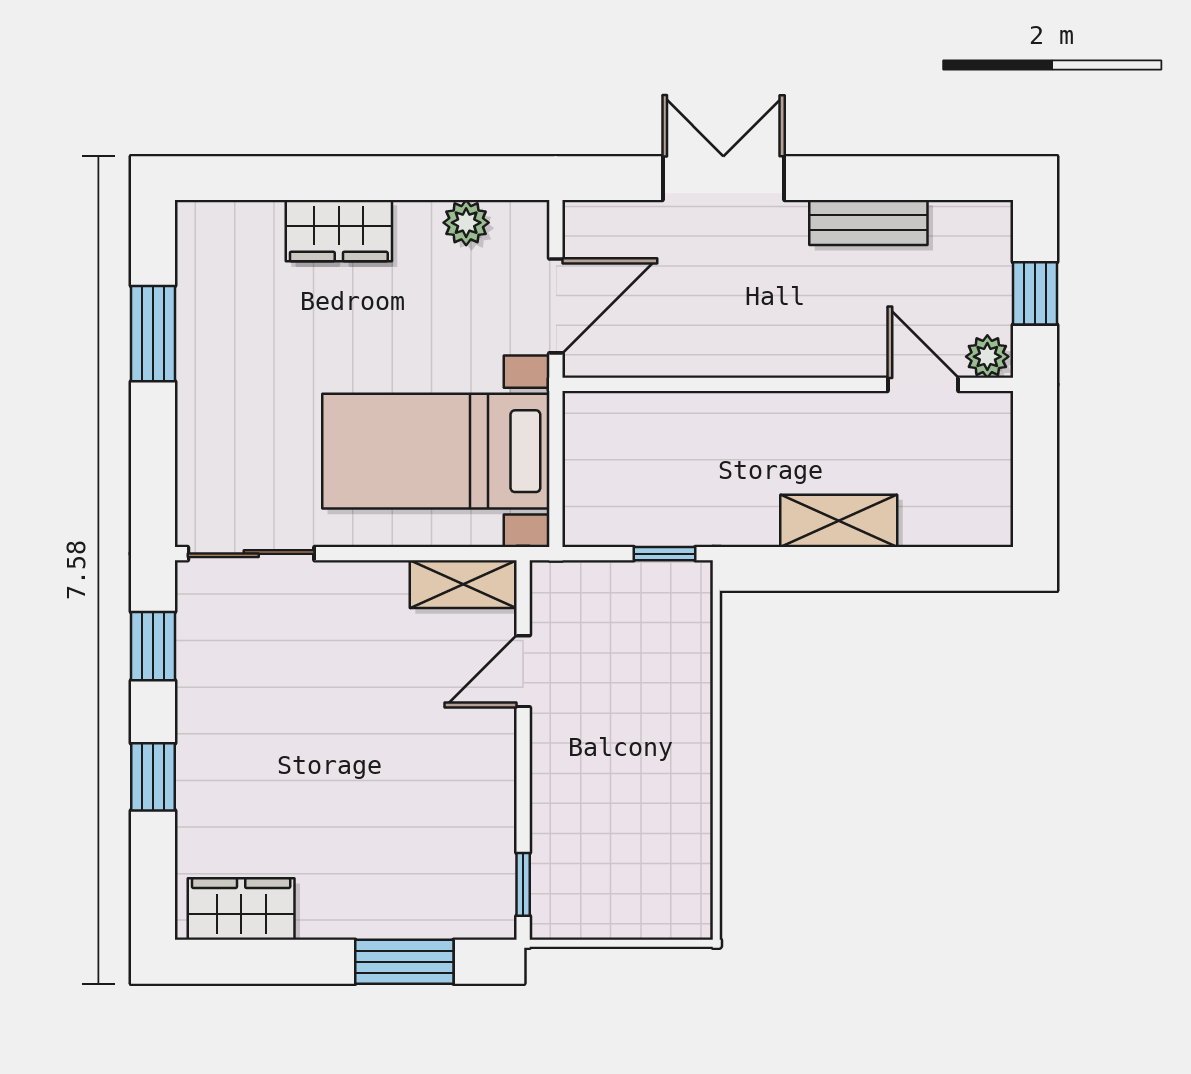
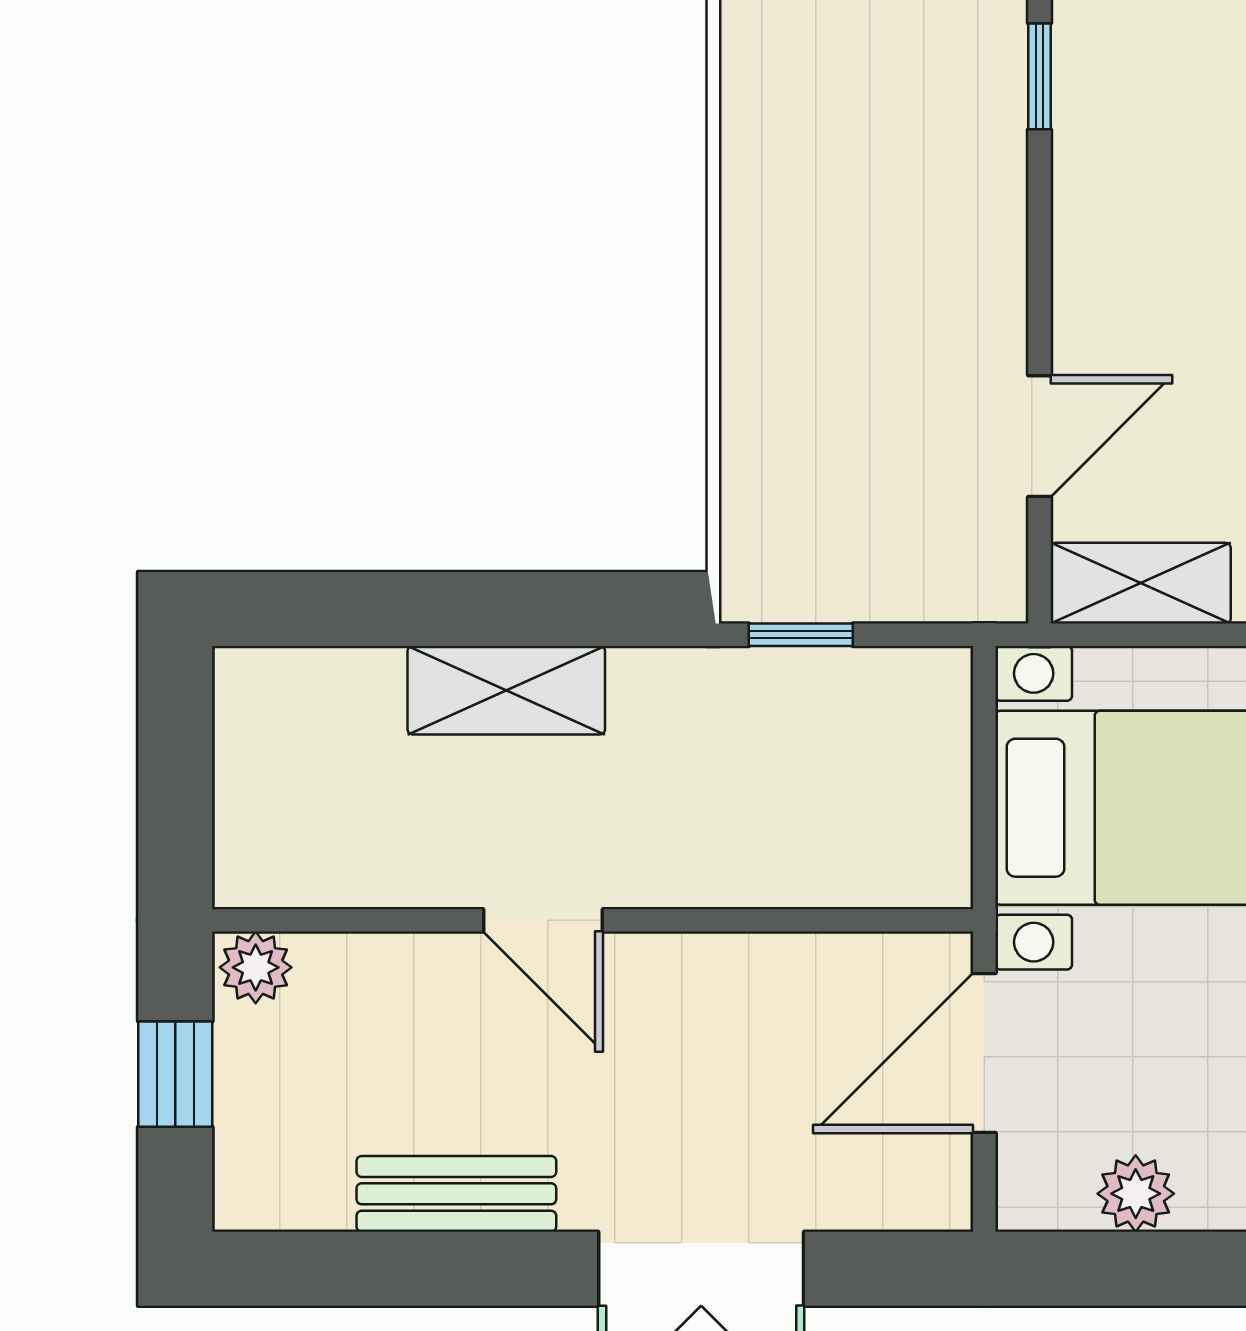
door: (923, 384) -> (543, 920), moved

